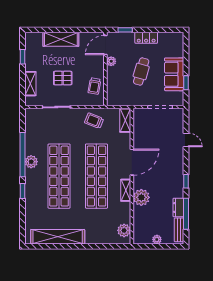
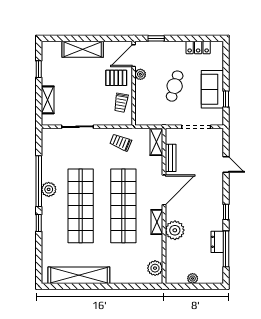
locker: (146, 38) -> (198, 47), moved
pallet: (63, 78) -> (116, 78), moved
bench: (179, 230) -> (171, 158), moved

